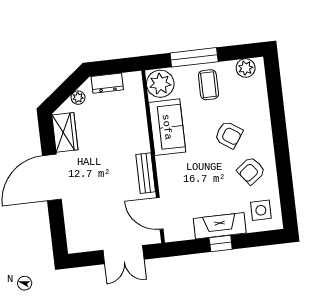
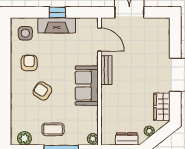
plant: (160, 84) -> (93, 139), width x0.53, depth x0.53
coffee table: (208, 85) -> (53, 129), turned 90
sofa: (167, 127) -> (87, 86), moved
armchair: (251, 171) -> (29, 63), turned -53

